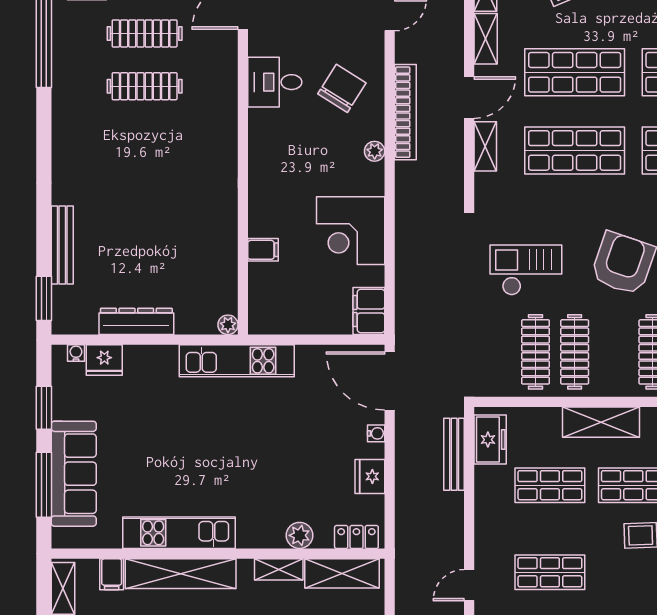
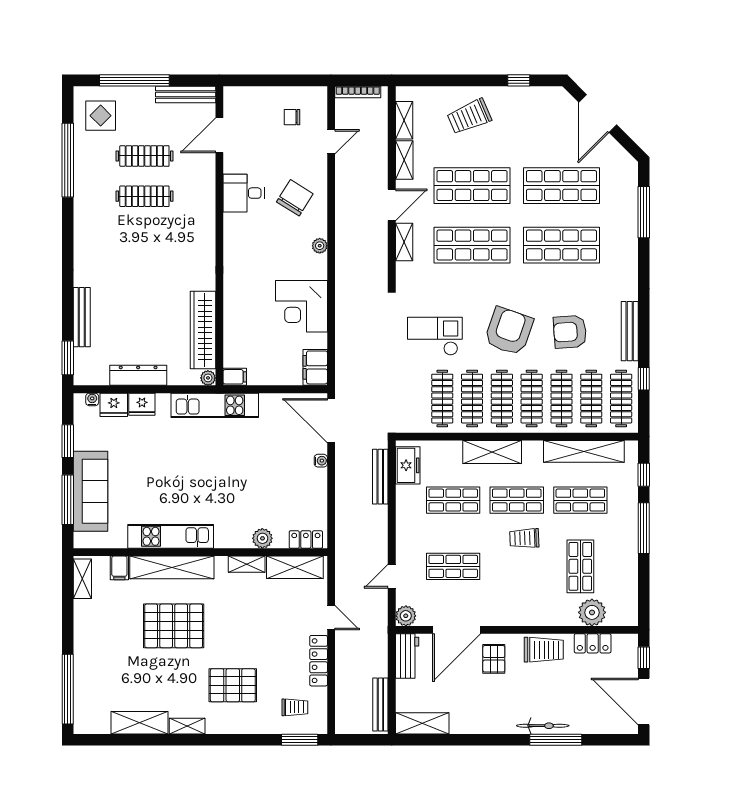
bookcase: (405, 112) -> (343, 216), removed
filing cabinet: (263, 250) -> (235, 377), moved
wardrobe: (221, 262) -> (203, 330), added
clothes rail: (614, 352) -> (502, 399), added
fridge: (370, 476) -> (142, 404), moved, turned -90

